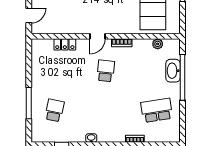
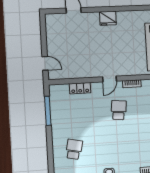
door: (29, 16) -> (45, 63), hinge flipped
window: (29, 103) -> (48, 111), moved

